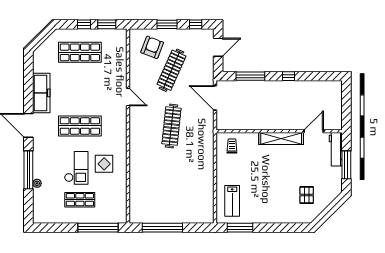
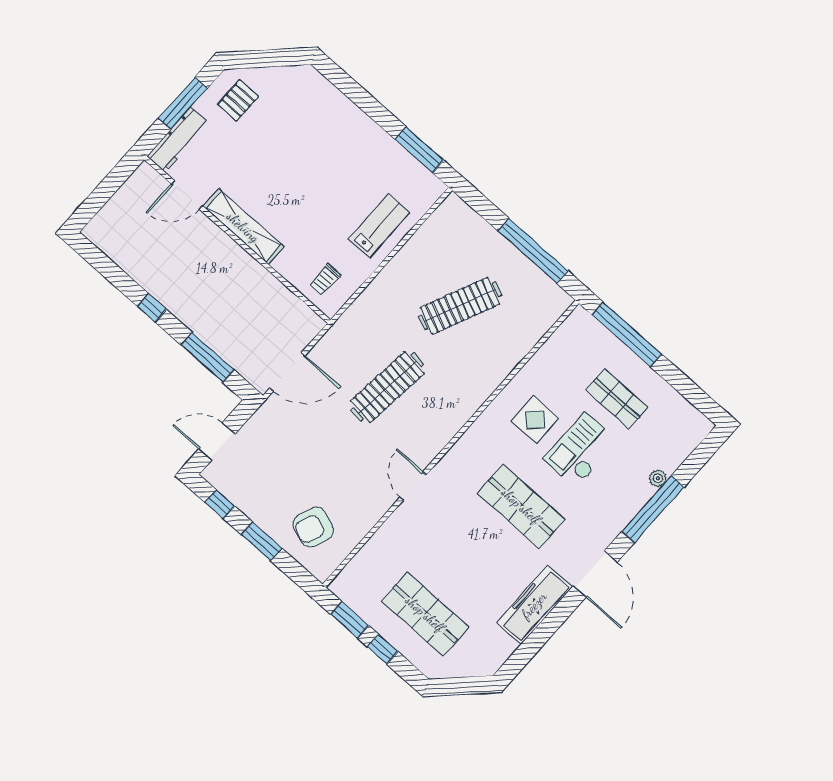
clothes rail: (171, 70) -> (460, 306), moved
door: (215, 98) -> (287, 372), hinge flipped
pallet: (307, 195) -> (238, 100), moved
lab bench: (232, 201) -> (379, 226), moved

